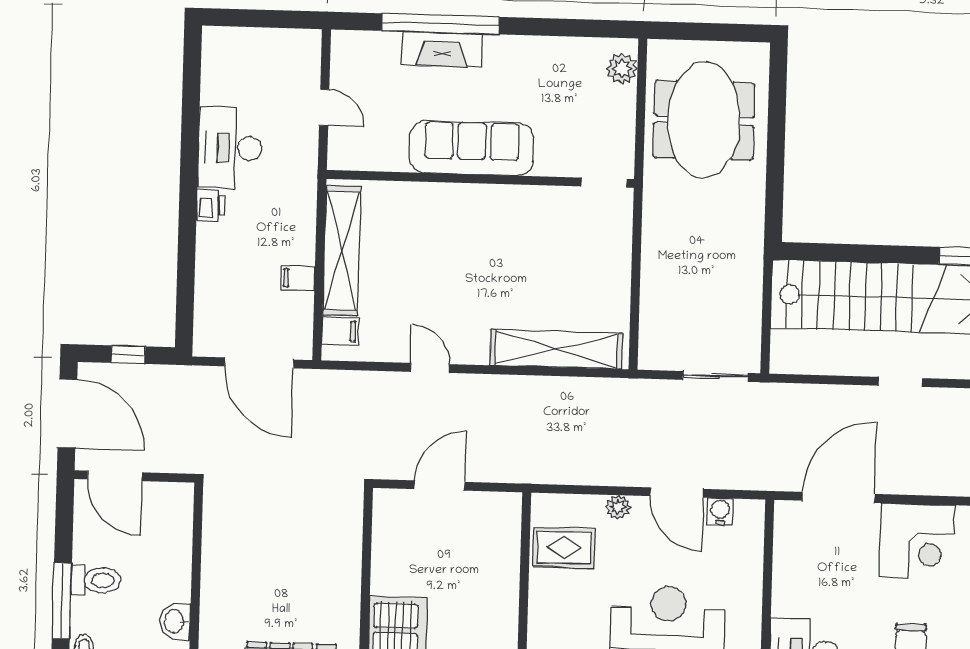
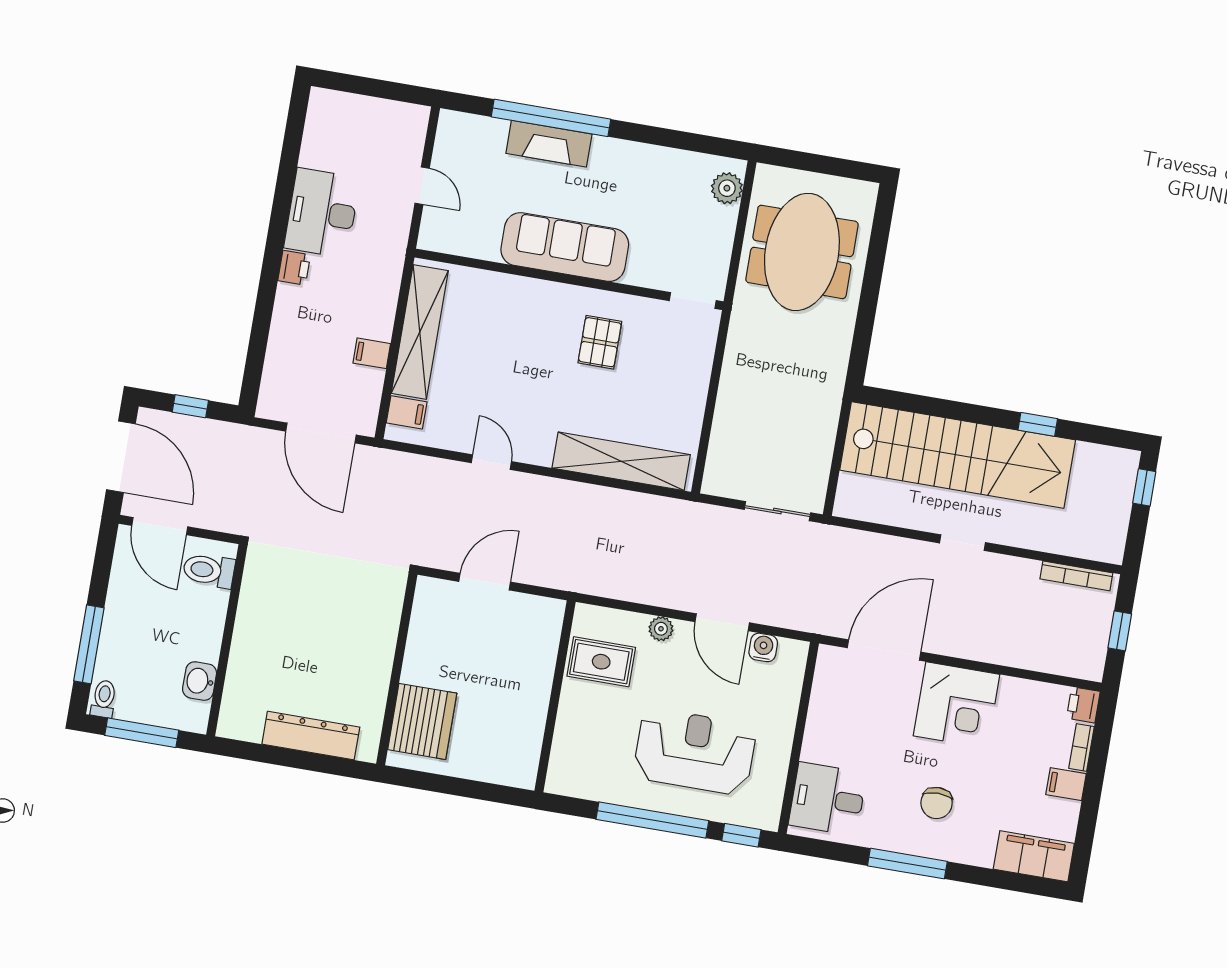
pallet: (519, 236) -> (600, 342), added
toilet: (96, 580) -> (209, 570), moved, turned 180

